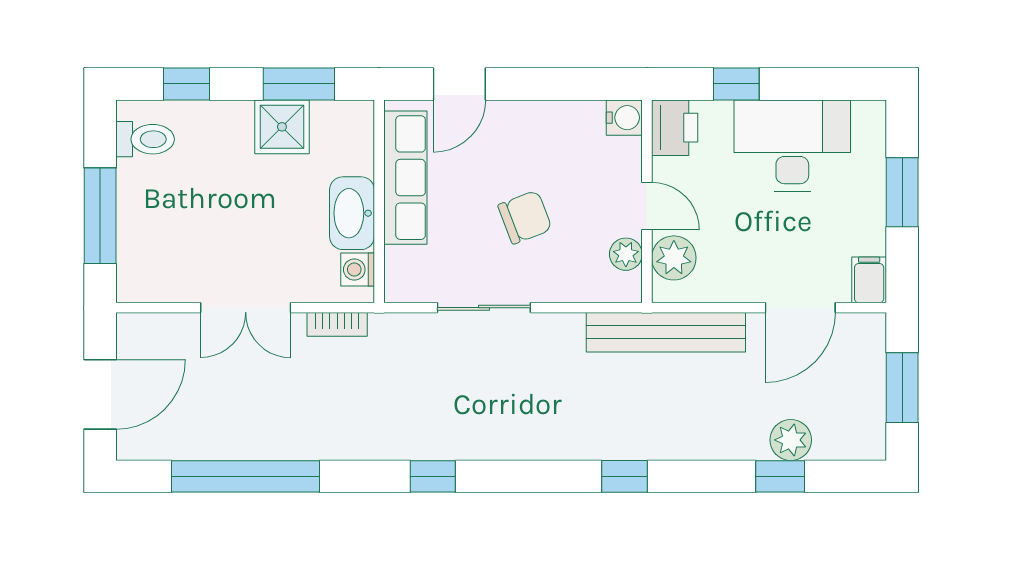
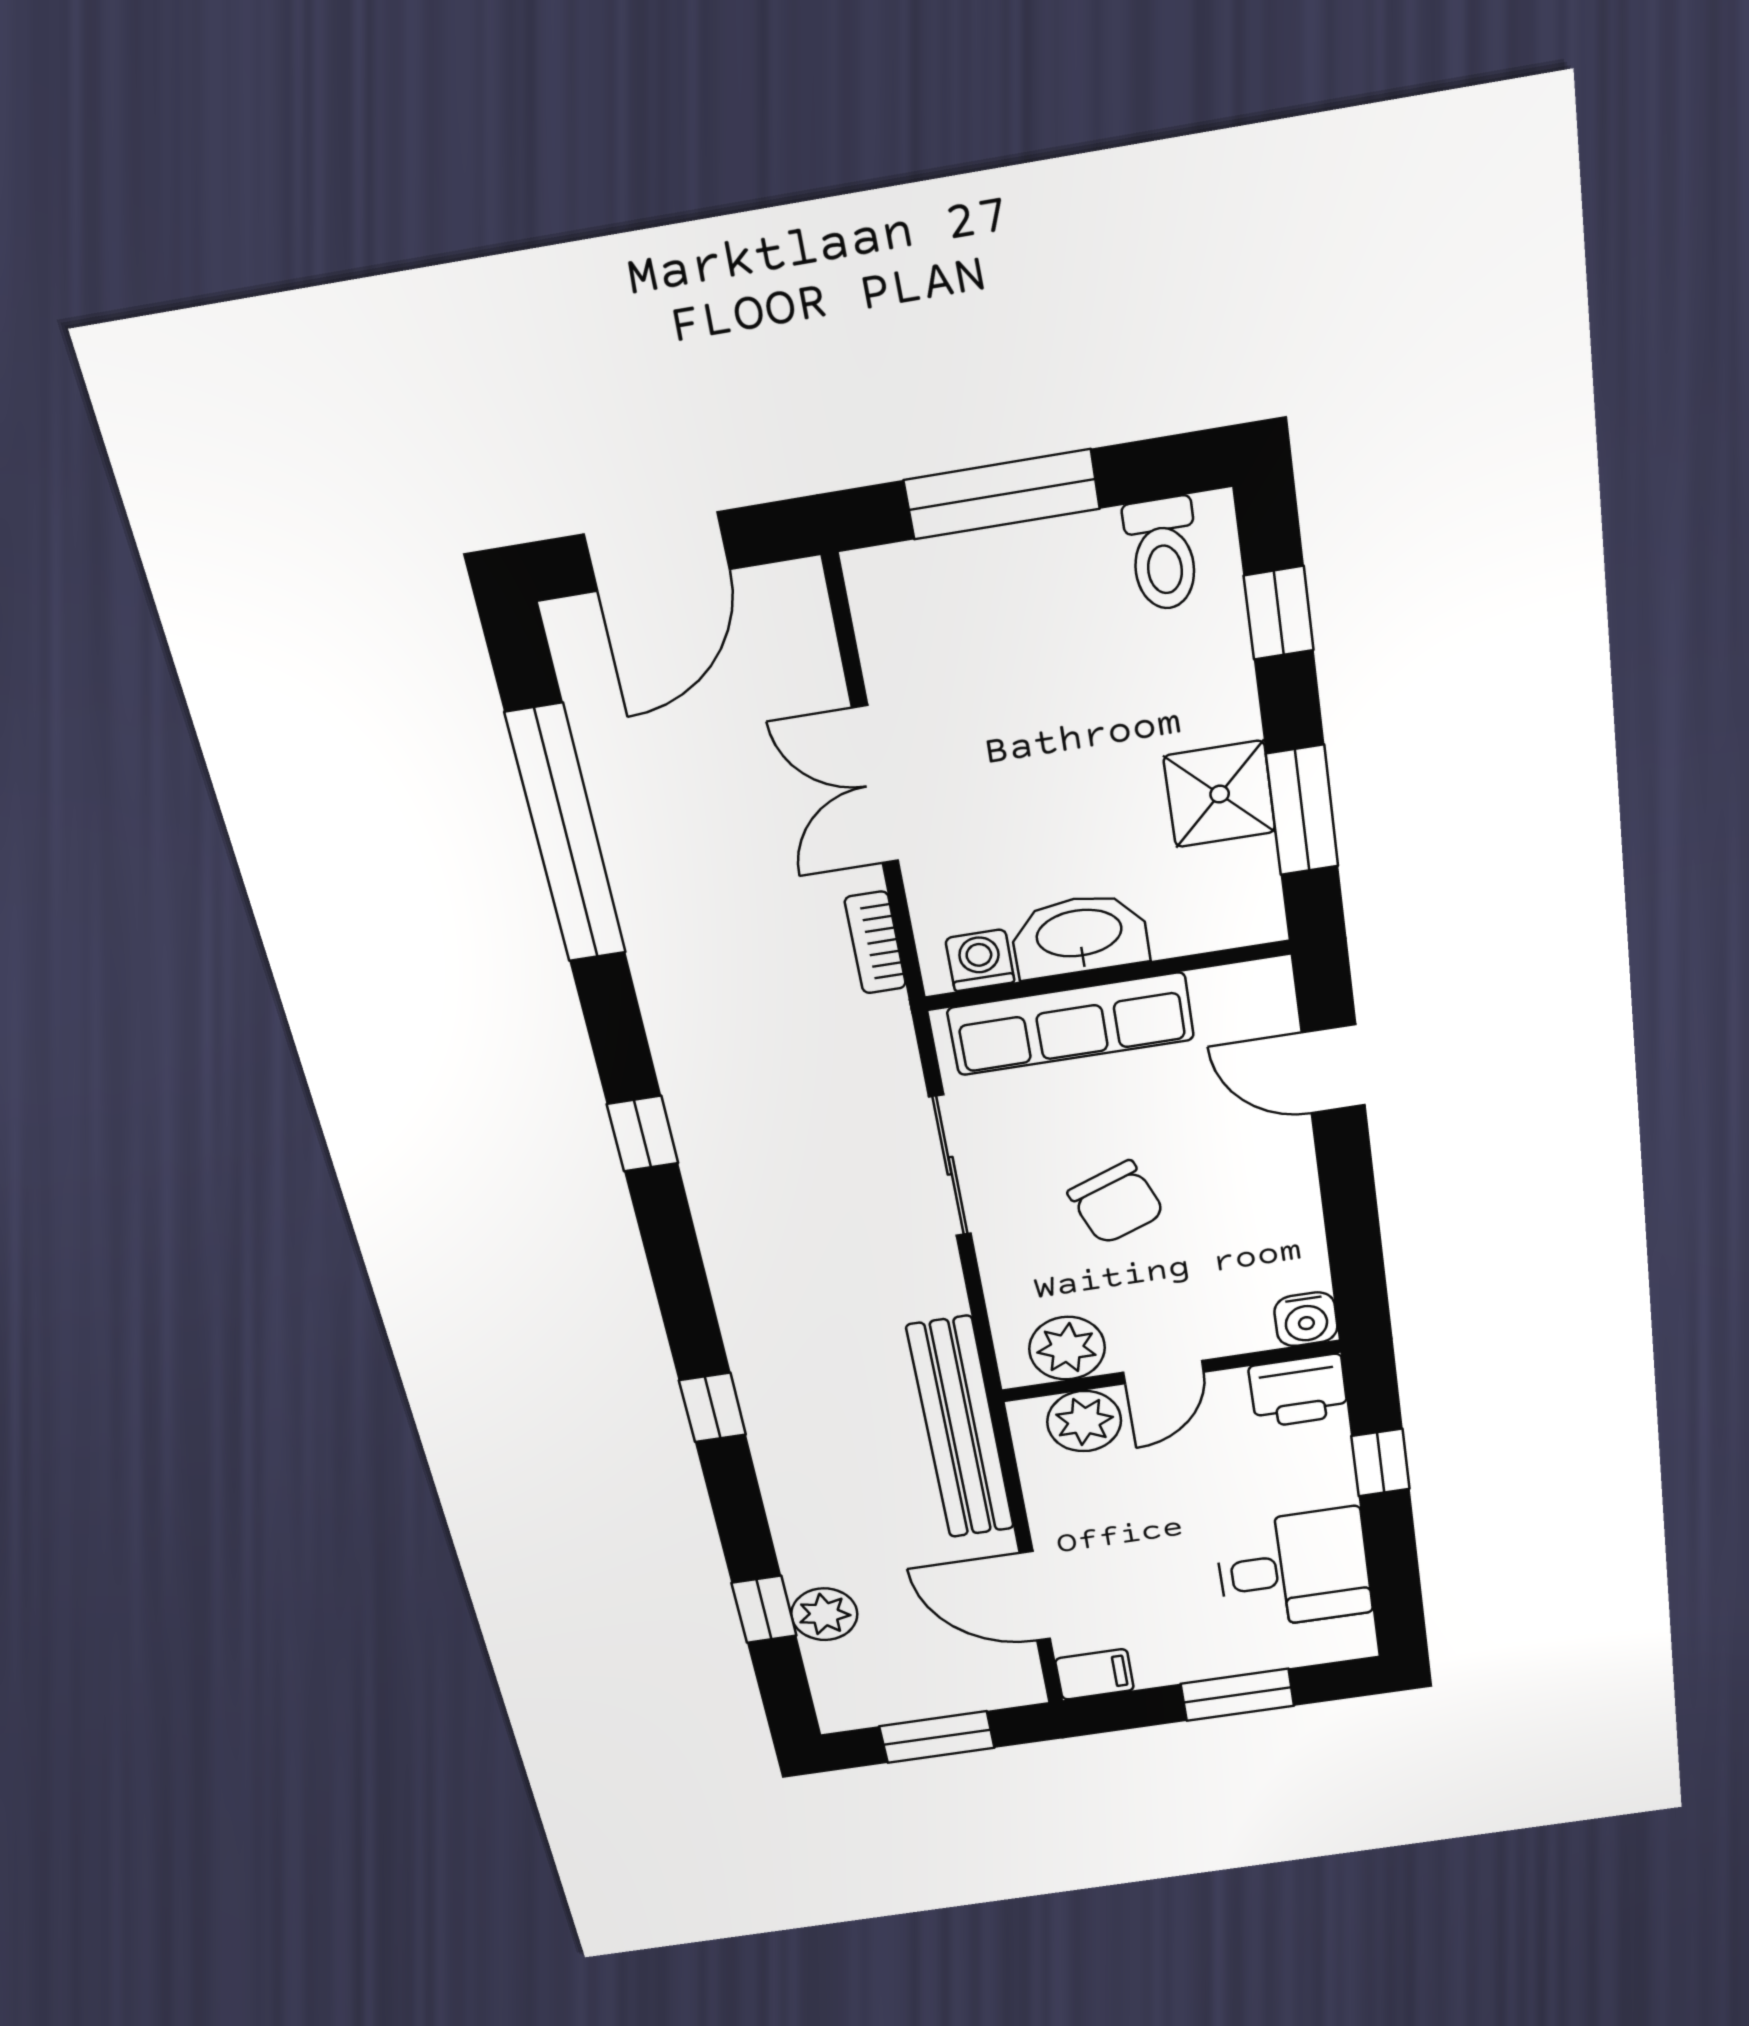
desk: (792, 145) -> (1294, 1569), width x0.73
row of seats: (405, 178) -> (1071, 1024), moved
plant: (626, 254) -> (1067, 1348), width x1.38, depth x1.38
door: (100, 394) -> (657, 552), hinge flipped

